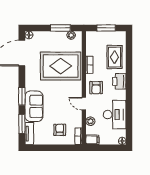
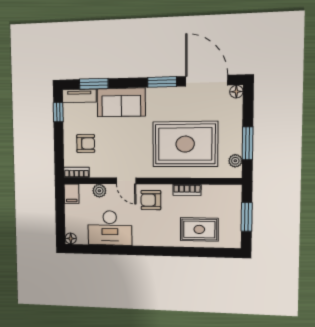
rug: (61, 66) -> (185, 144), turned 90
printer: (119, 81) -> (161, 236), removed
window: (22, 96) -> (162, 82), moved
door: (84, 104) -> (126, 181), swing flipped
window: (39, 148) -> (58, 112), added

